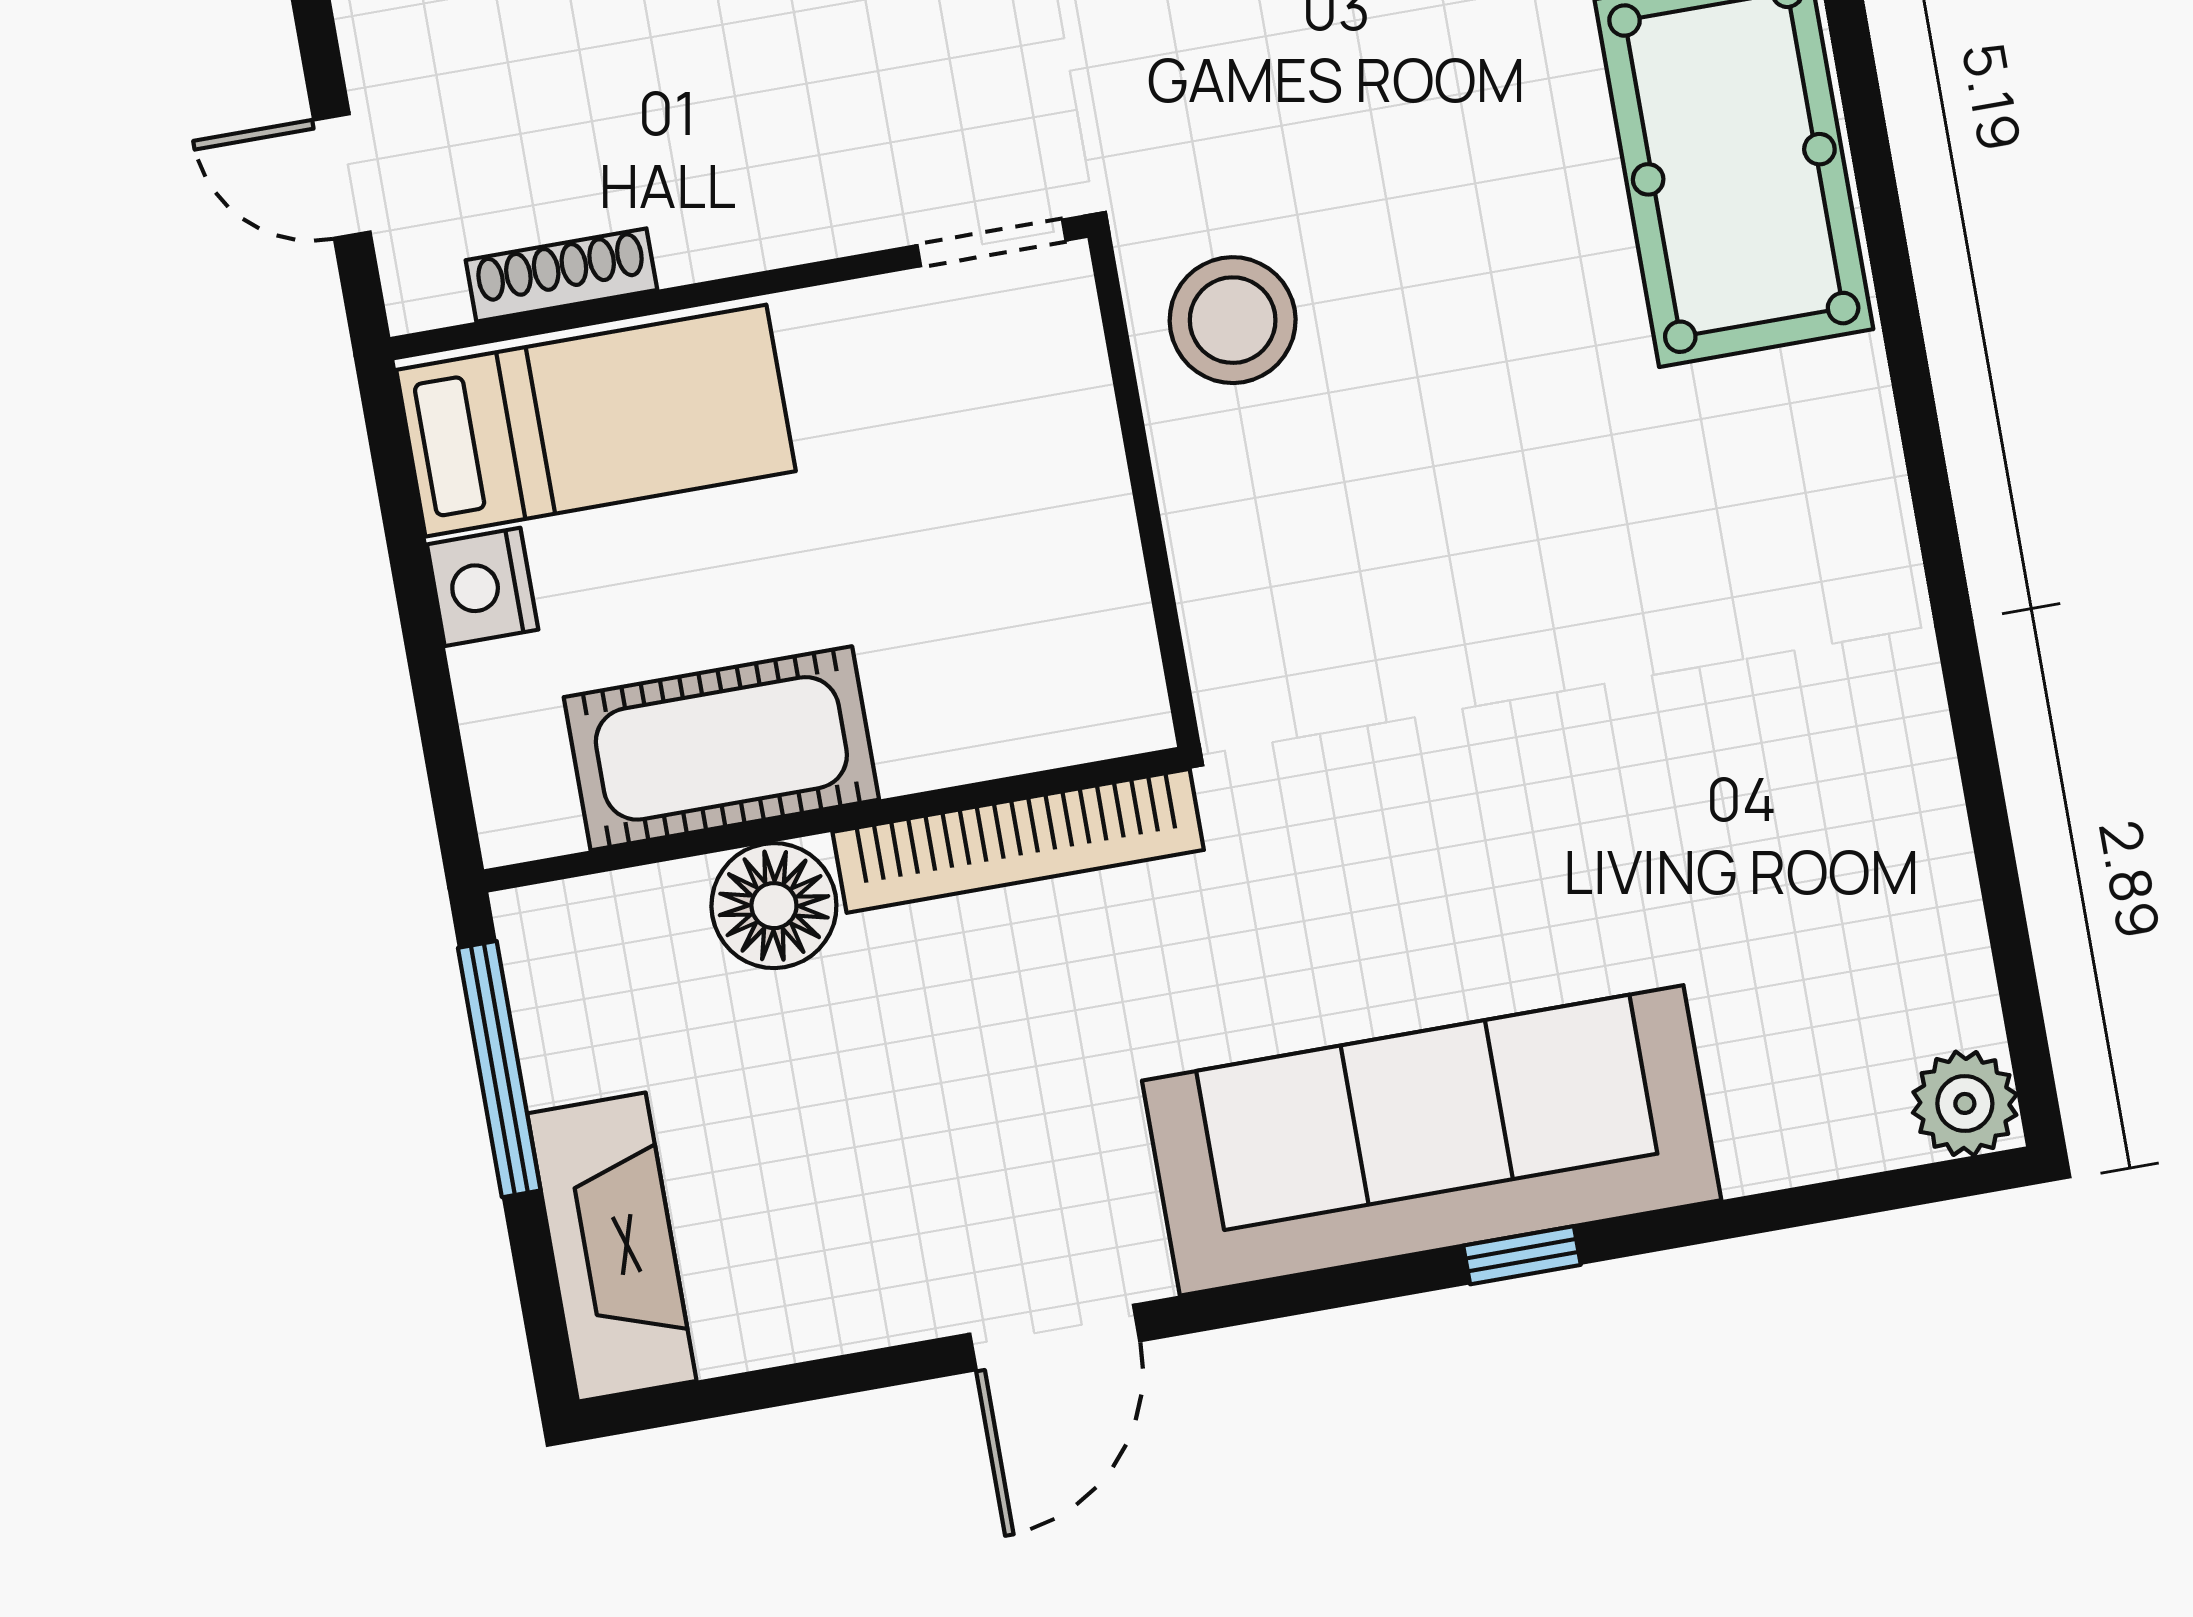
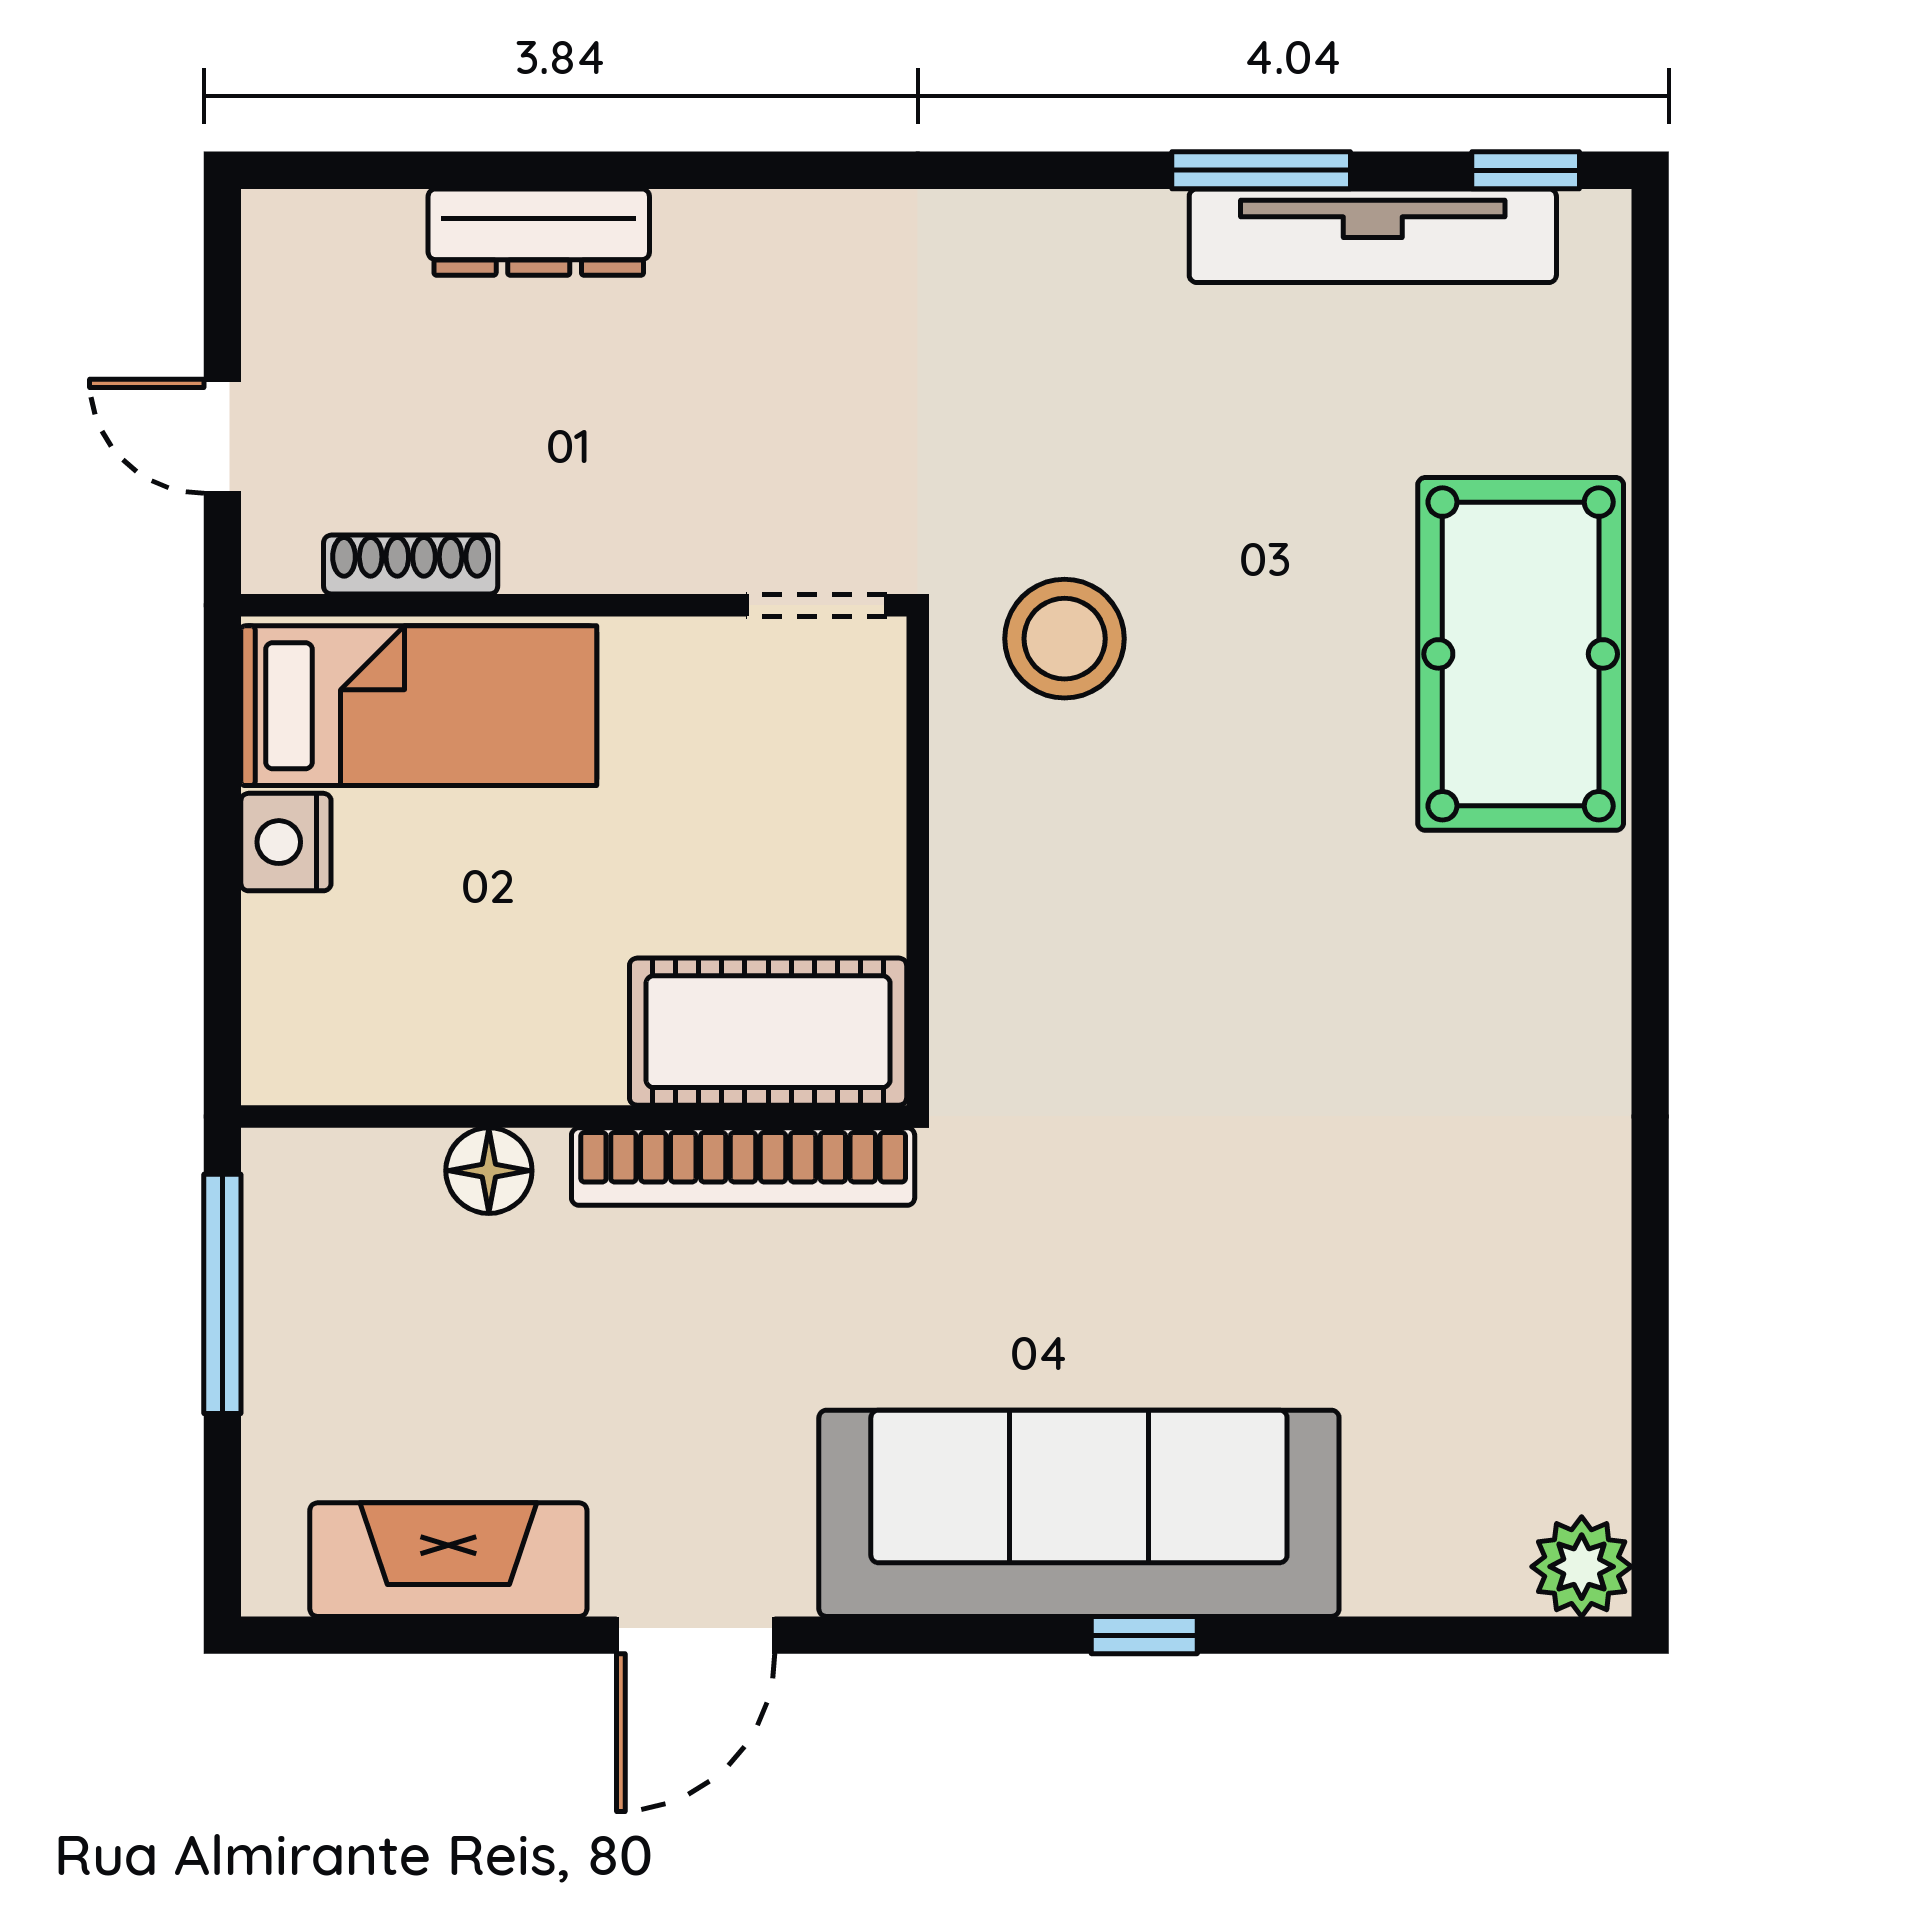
stool: (1233, 320) -> (1065, 639), moved
cot: (721, 748) -> (768, 1032), moved
floor lamp: (774, 906) -> (489, 1171), width x0.73, depth x0.73
fireplace: (612, 1247) -> (448, 1560), moved, turned -90

